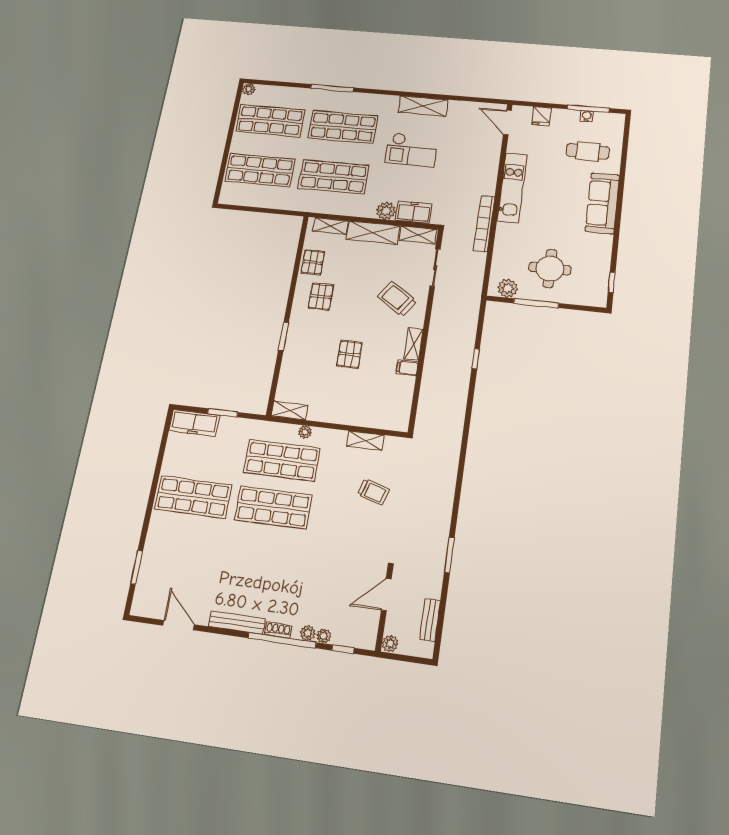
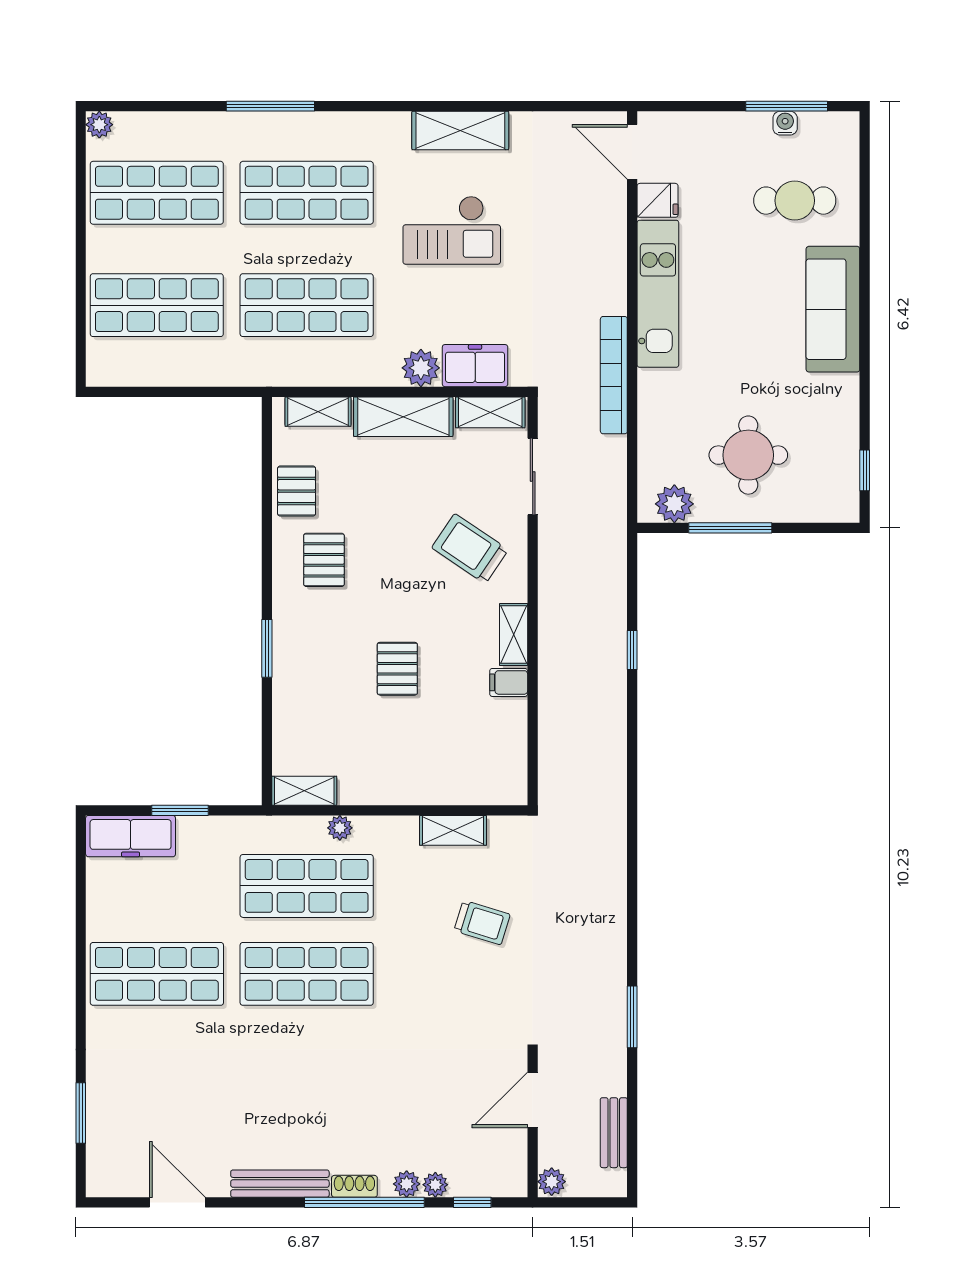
fridge: (541, 116) -> (658, 200), moved, turned -90

